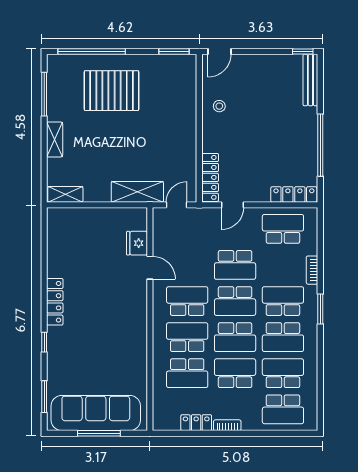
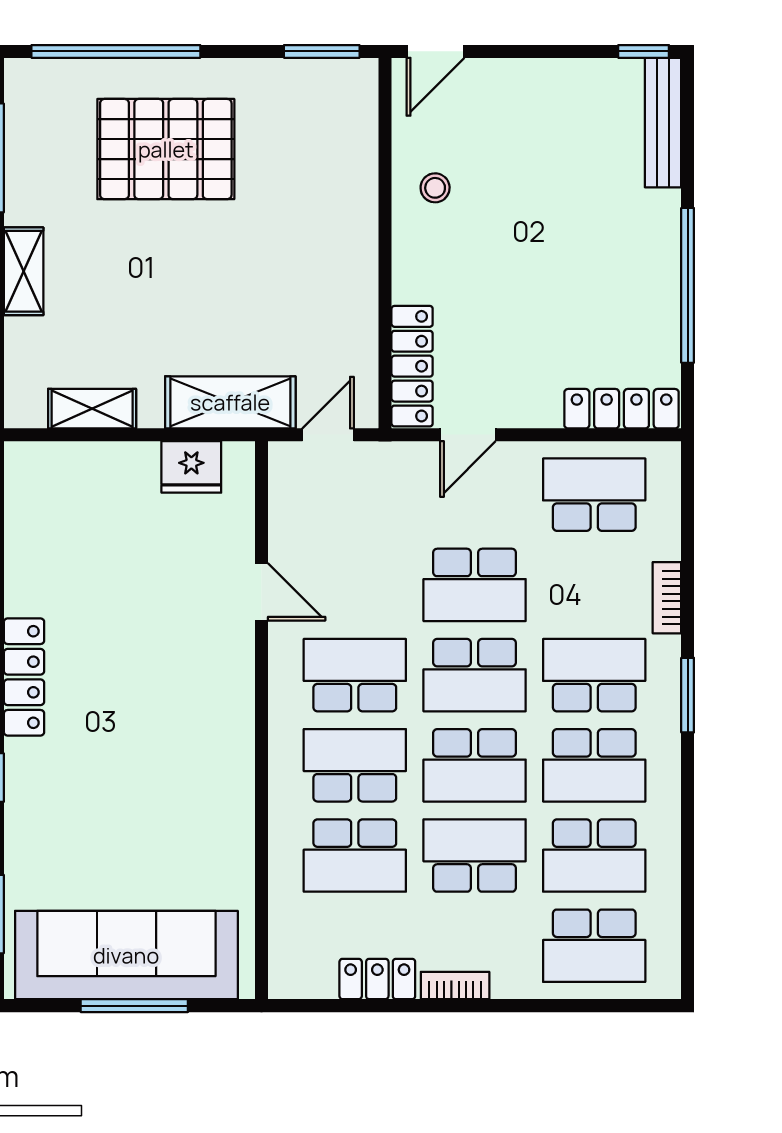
shelving: (65, 194) -> (92, 409), moved
fridge: (137, 243) -> (191, 467), moved, turned -90
school desk: (283, 373) -> (594, 856), turned 180

